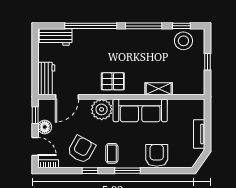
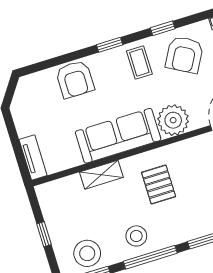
stool: (148, 42) -> (136, 236), added
pallet: (113, 81) -> (159, 185), moved, turned 90
tv unit: (199, 134) -> (33, 157), moved
window: (127, 171) -> (110, 45), width x0.67

